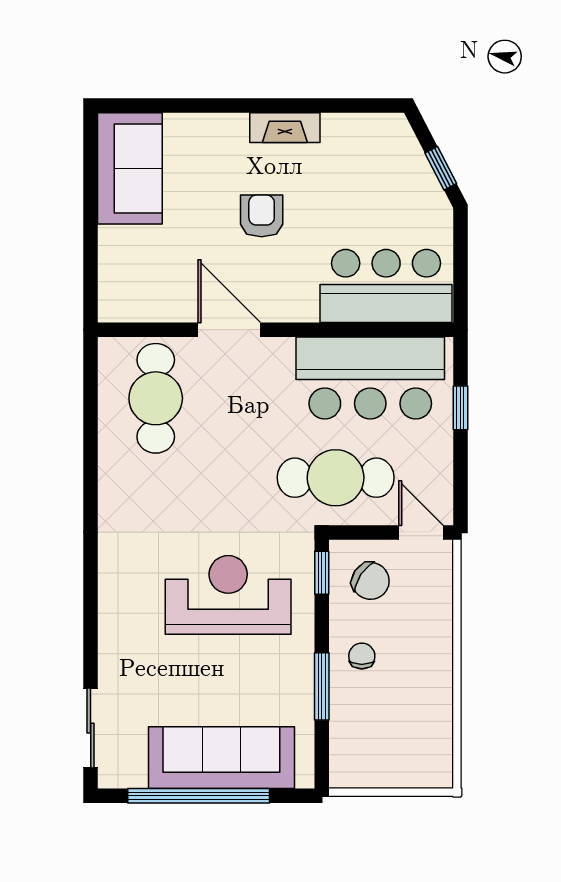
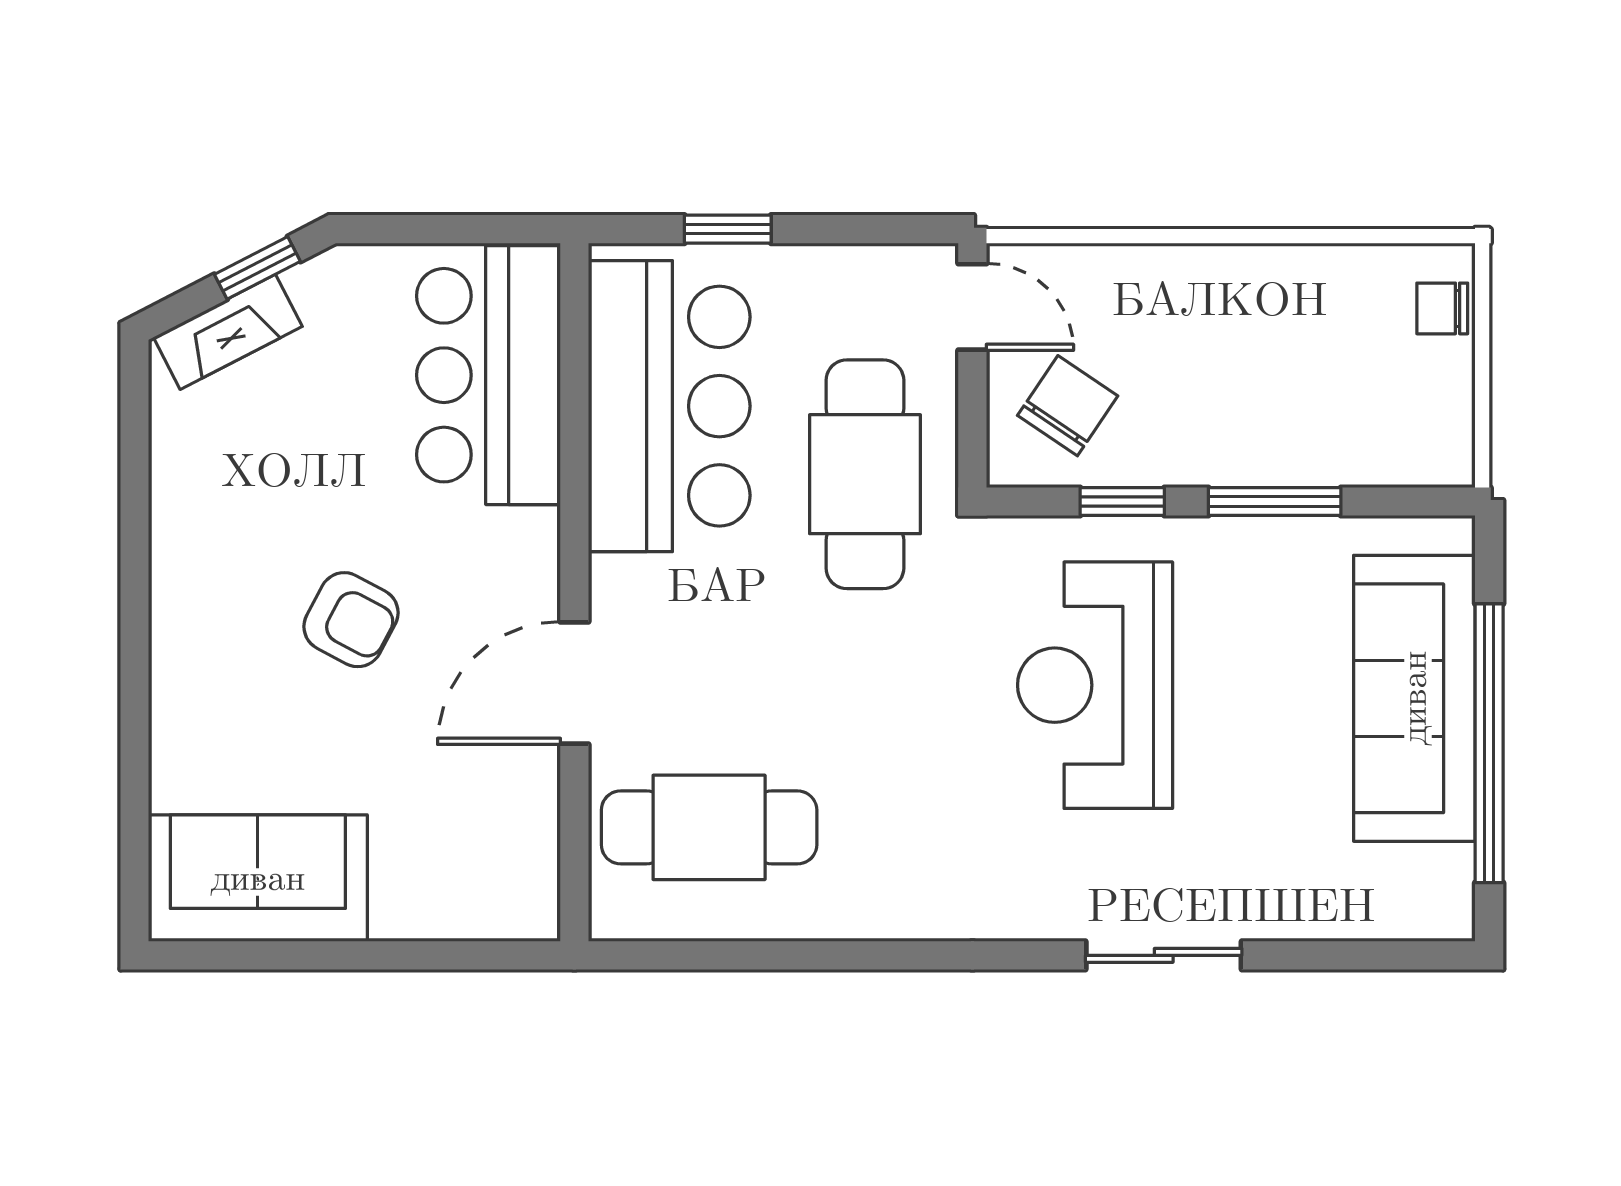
fireplace: (285, 128) -> (228, 332), moved, turned 63
armchair: (262, 216) -> (351, 620), turned -152
door: (421, 532) -> (972, 307), swing flipped
window: (322, 573) -> (1122, 501), moved
chair: (362, 656) -> (1442, 308), moved
sliding door: (91, 728) -> (1164, 955), moved

